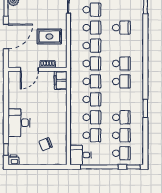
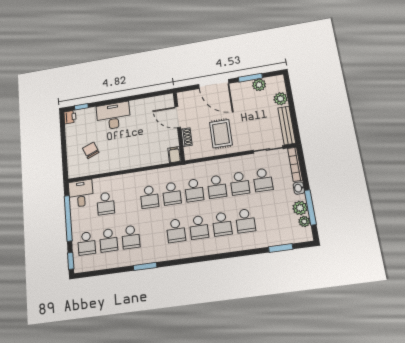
filing cabinet: (61, 80) -> (174, 155), width x0.50
school desk: (92, 117) -> (222, 224), moved

